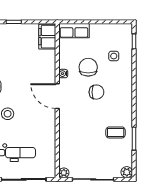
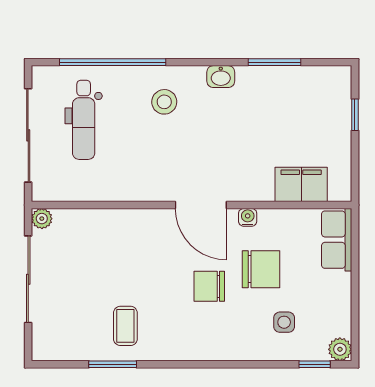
filing cabinet: (47, 37) -> (301, 184), moved
chair: (96, 92) -> (209, 286), turned 90
door: (57, 96) -> (201, 205), swing flipped
plant: (127, 172) -> (340, 349), moved

